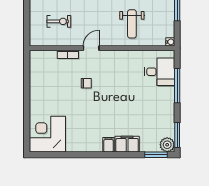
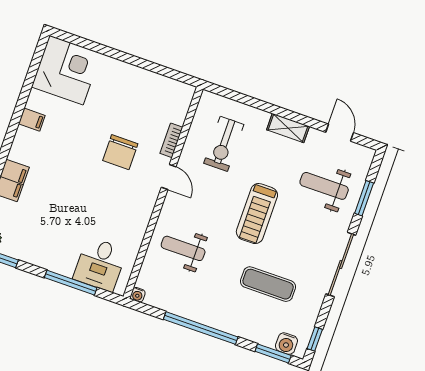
exercise bike: (59, 21) -> (224, 144), width x1.38, depth x1.39
chair: (86, 83) -> (120, 152), width x1.87, depth x1.87
filing cabinet: (108, 145) -> (32, 120), moved

